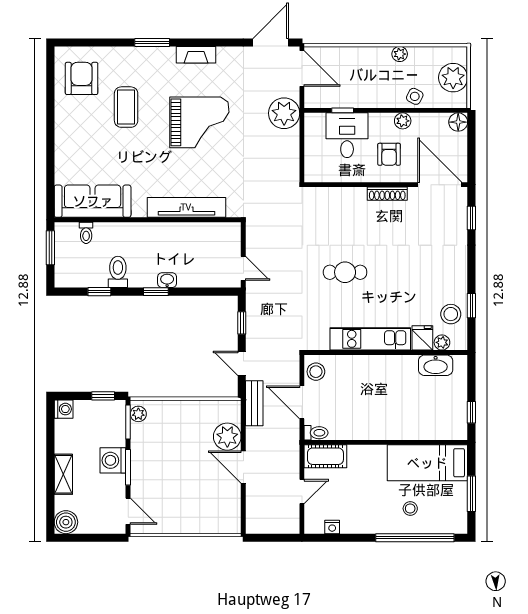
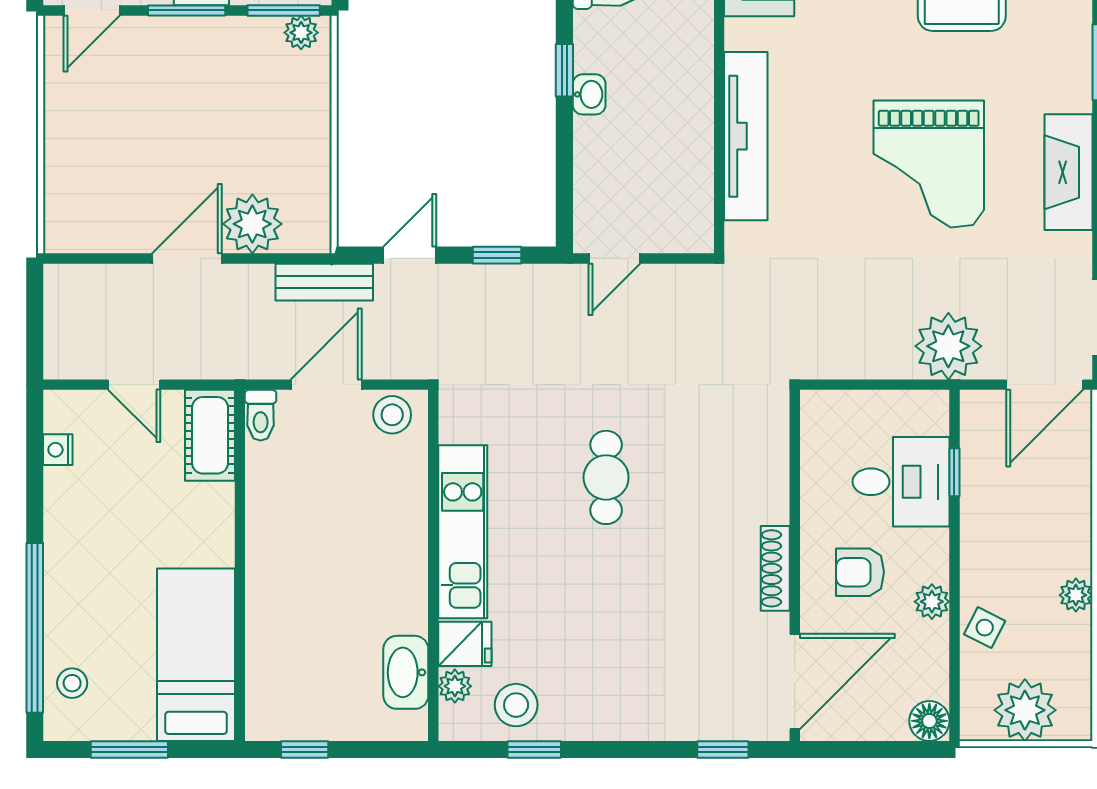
fireplace: (196, 55) -> (1068, 172), width x1.37, depth x1.32
stool: (410, 508) -> (72, 683), moved

